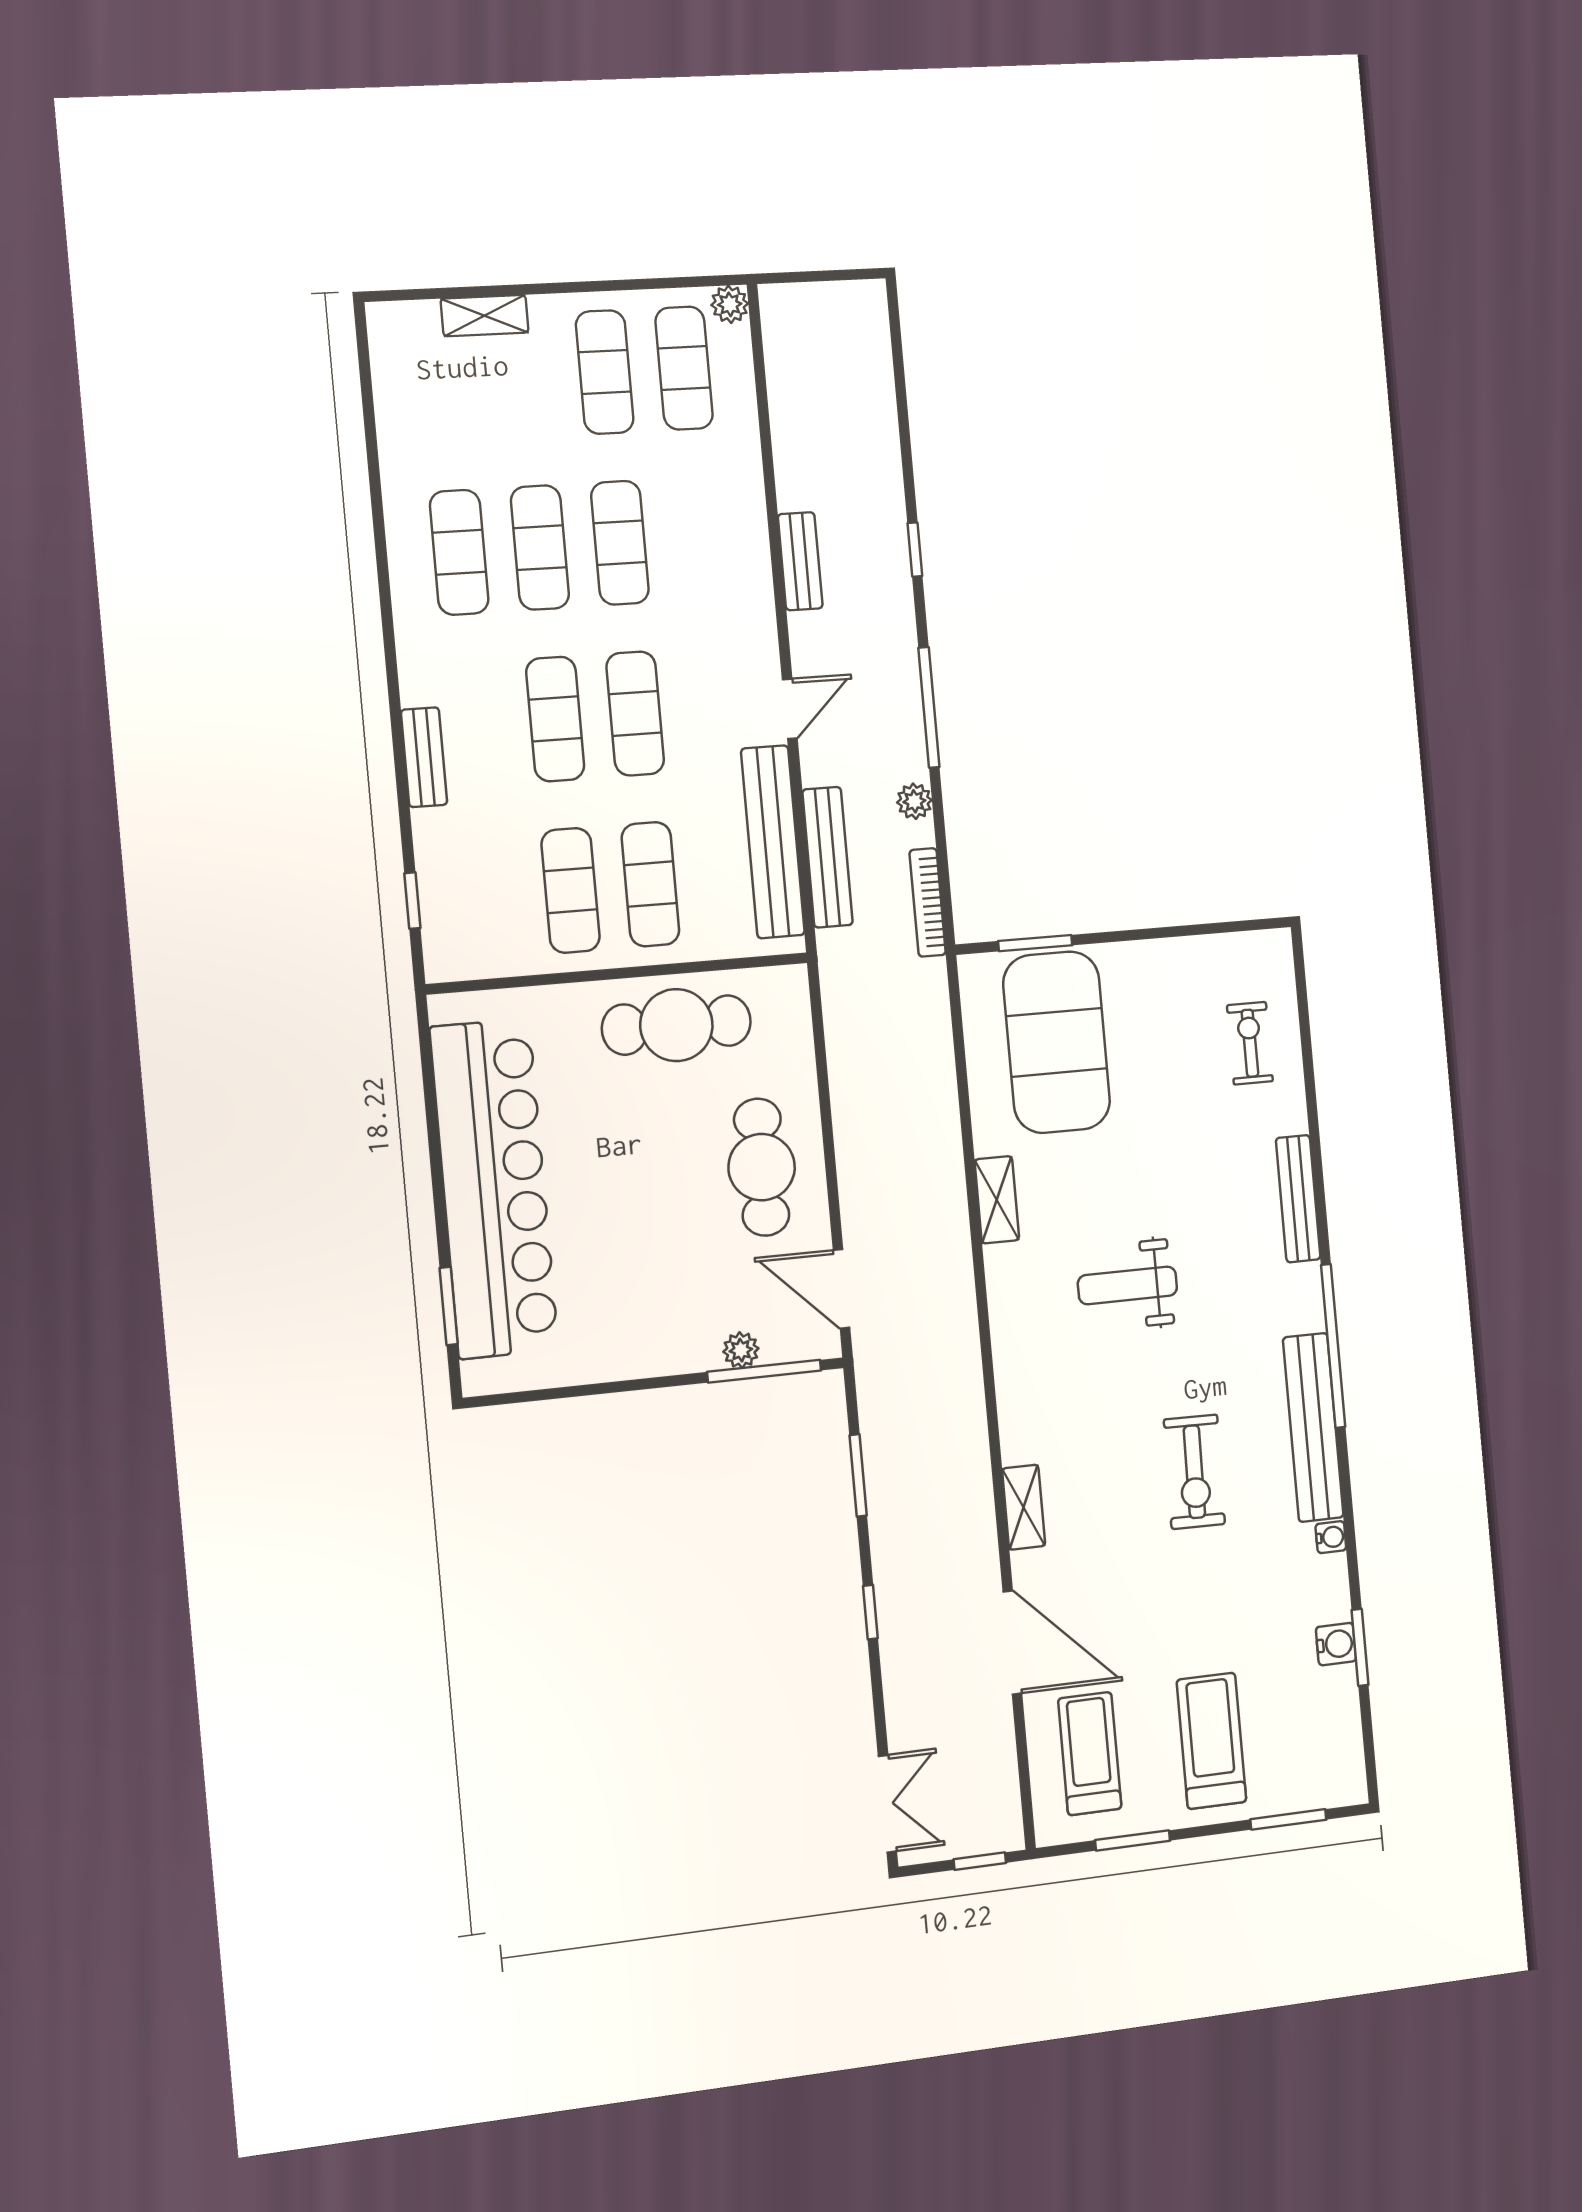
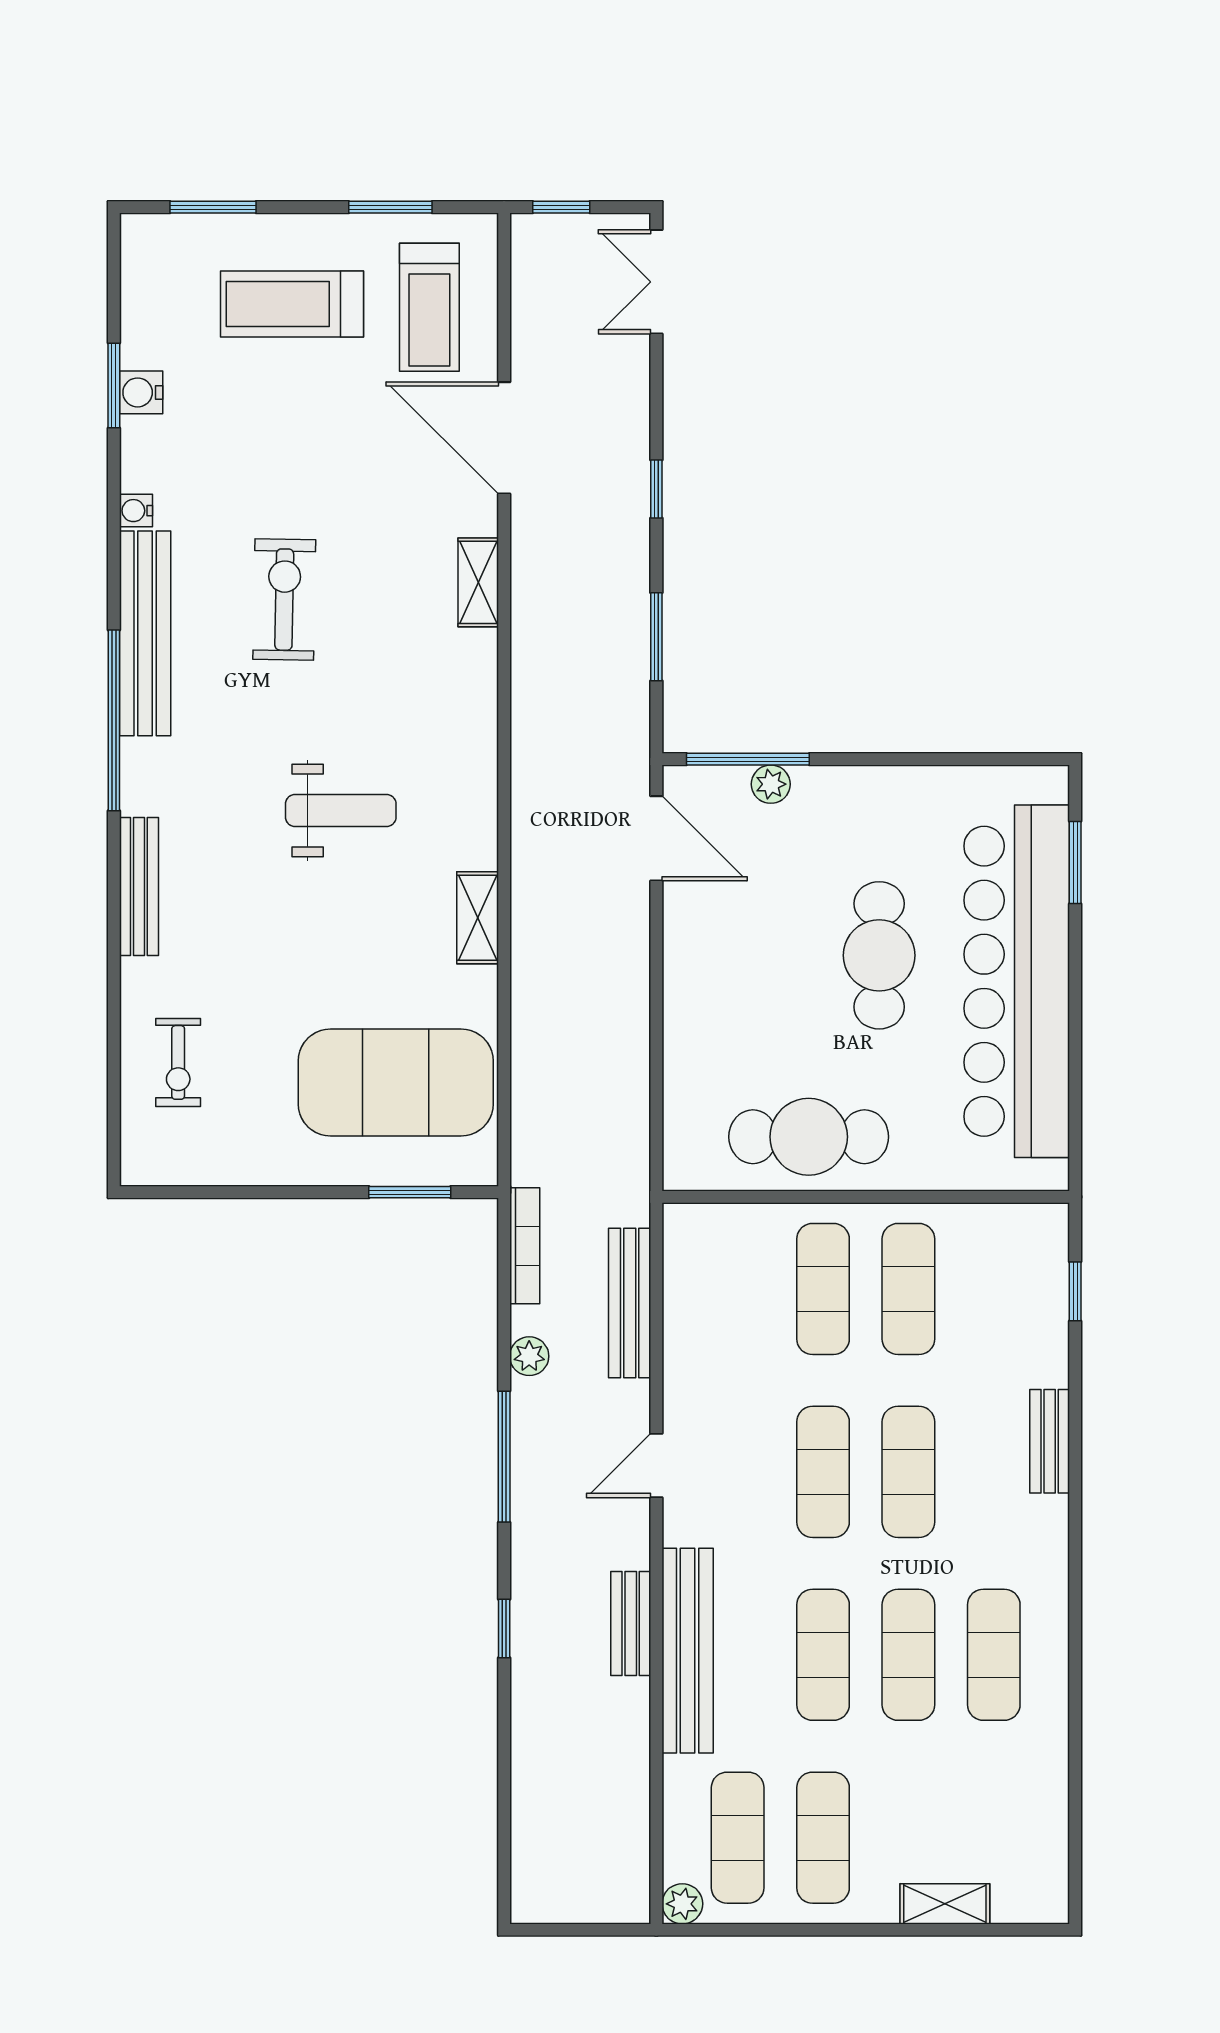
bench: (773, 842) -> (688, 1651), moved
exercise mat: (1057, 1042) -> (396, 1082), turned 90
cafe table: (762, 1167) -> (879, 955), moved
treadmill: (1211, 1741) -> (292, 304), turned 90

